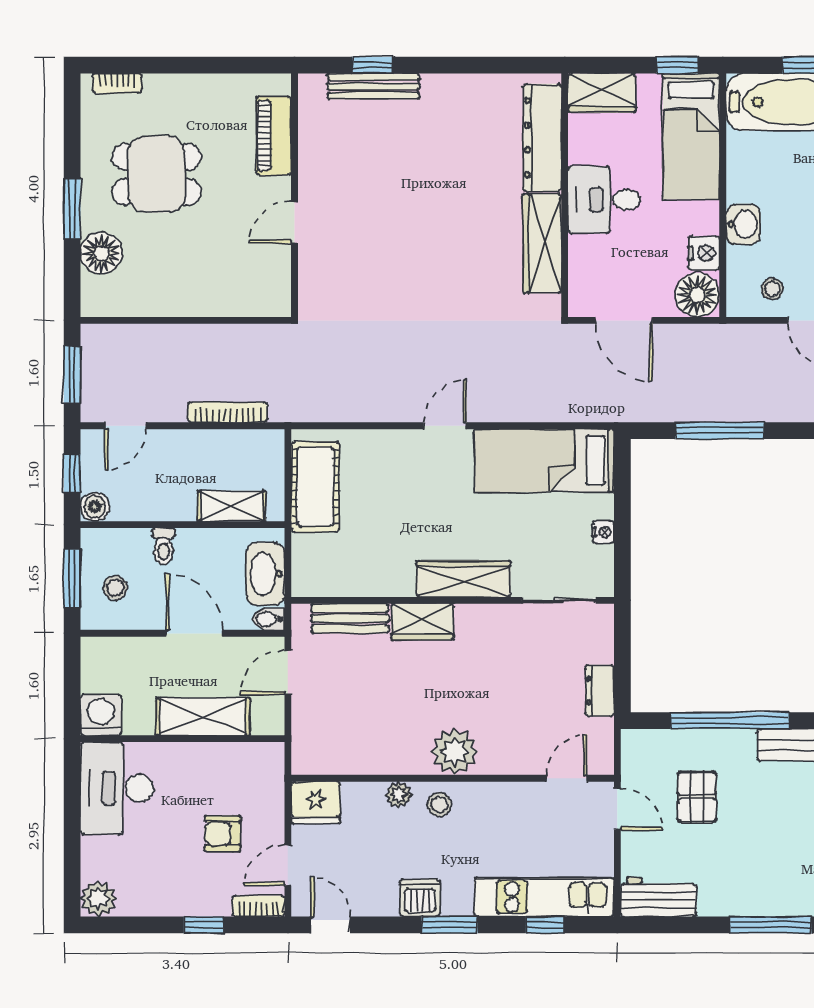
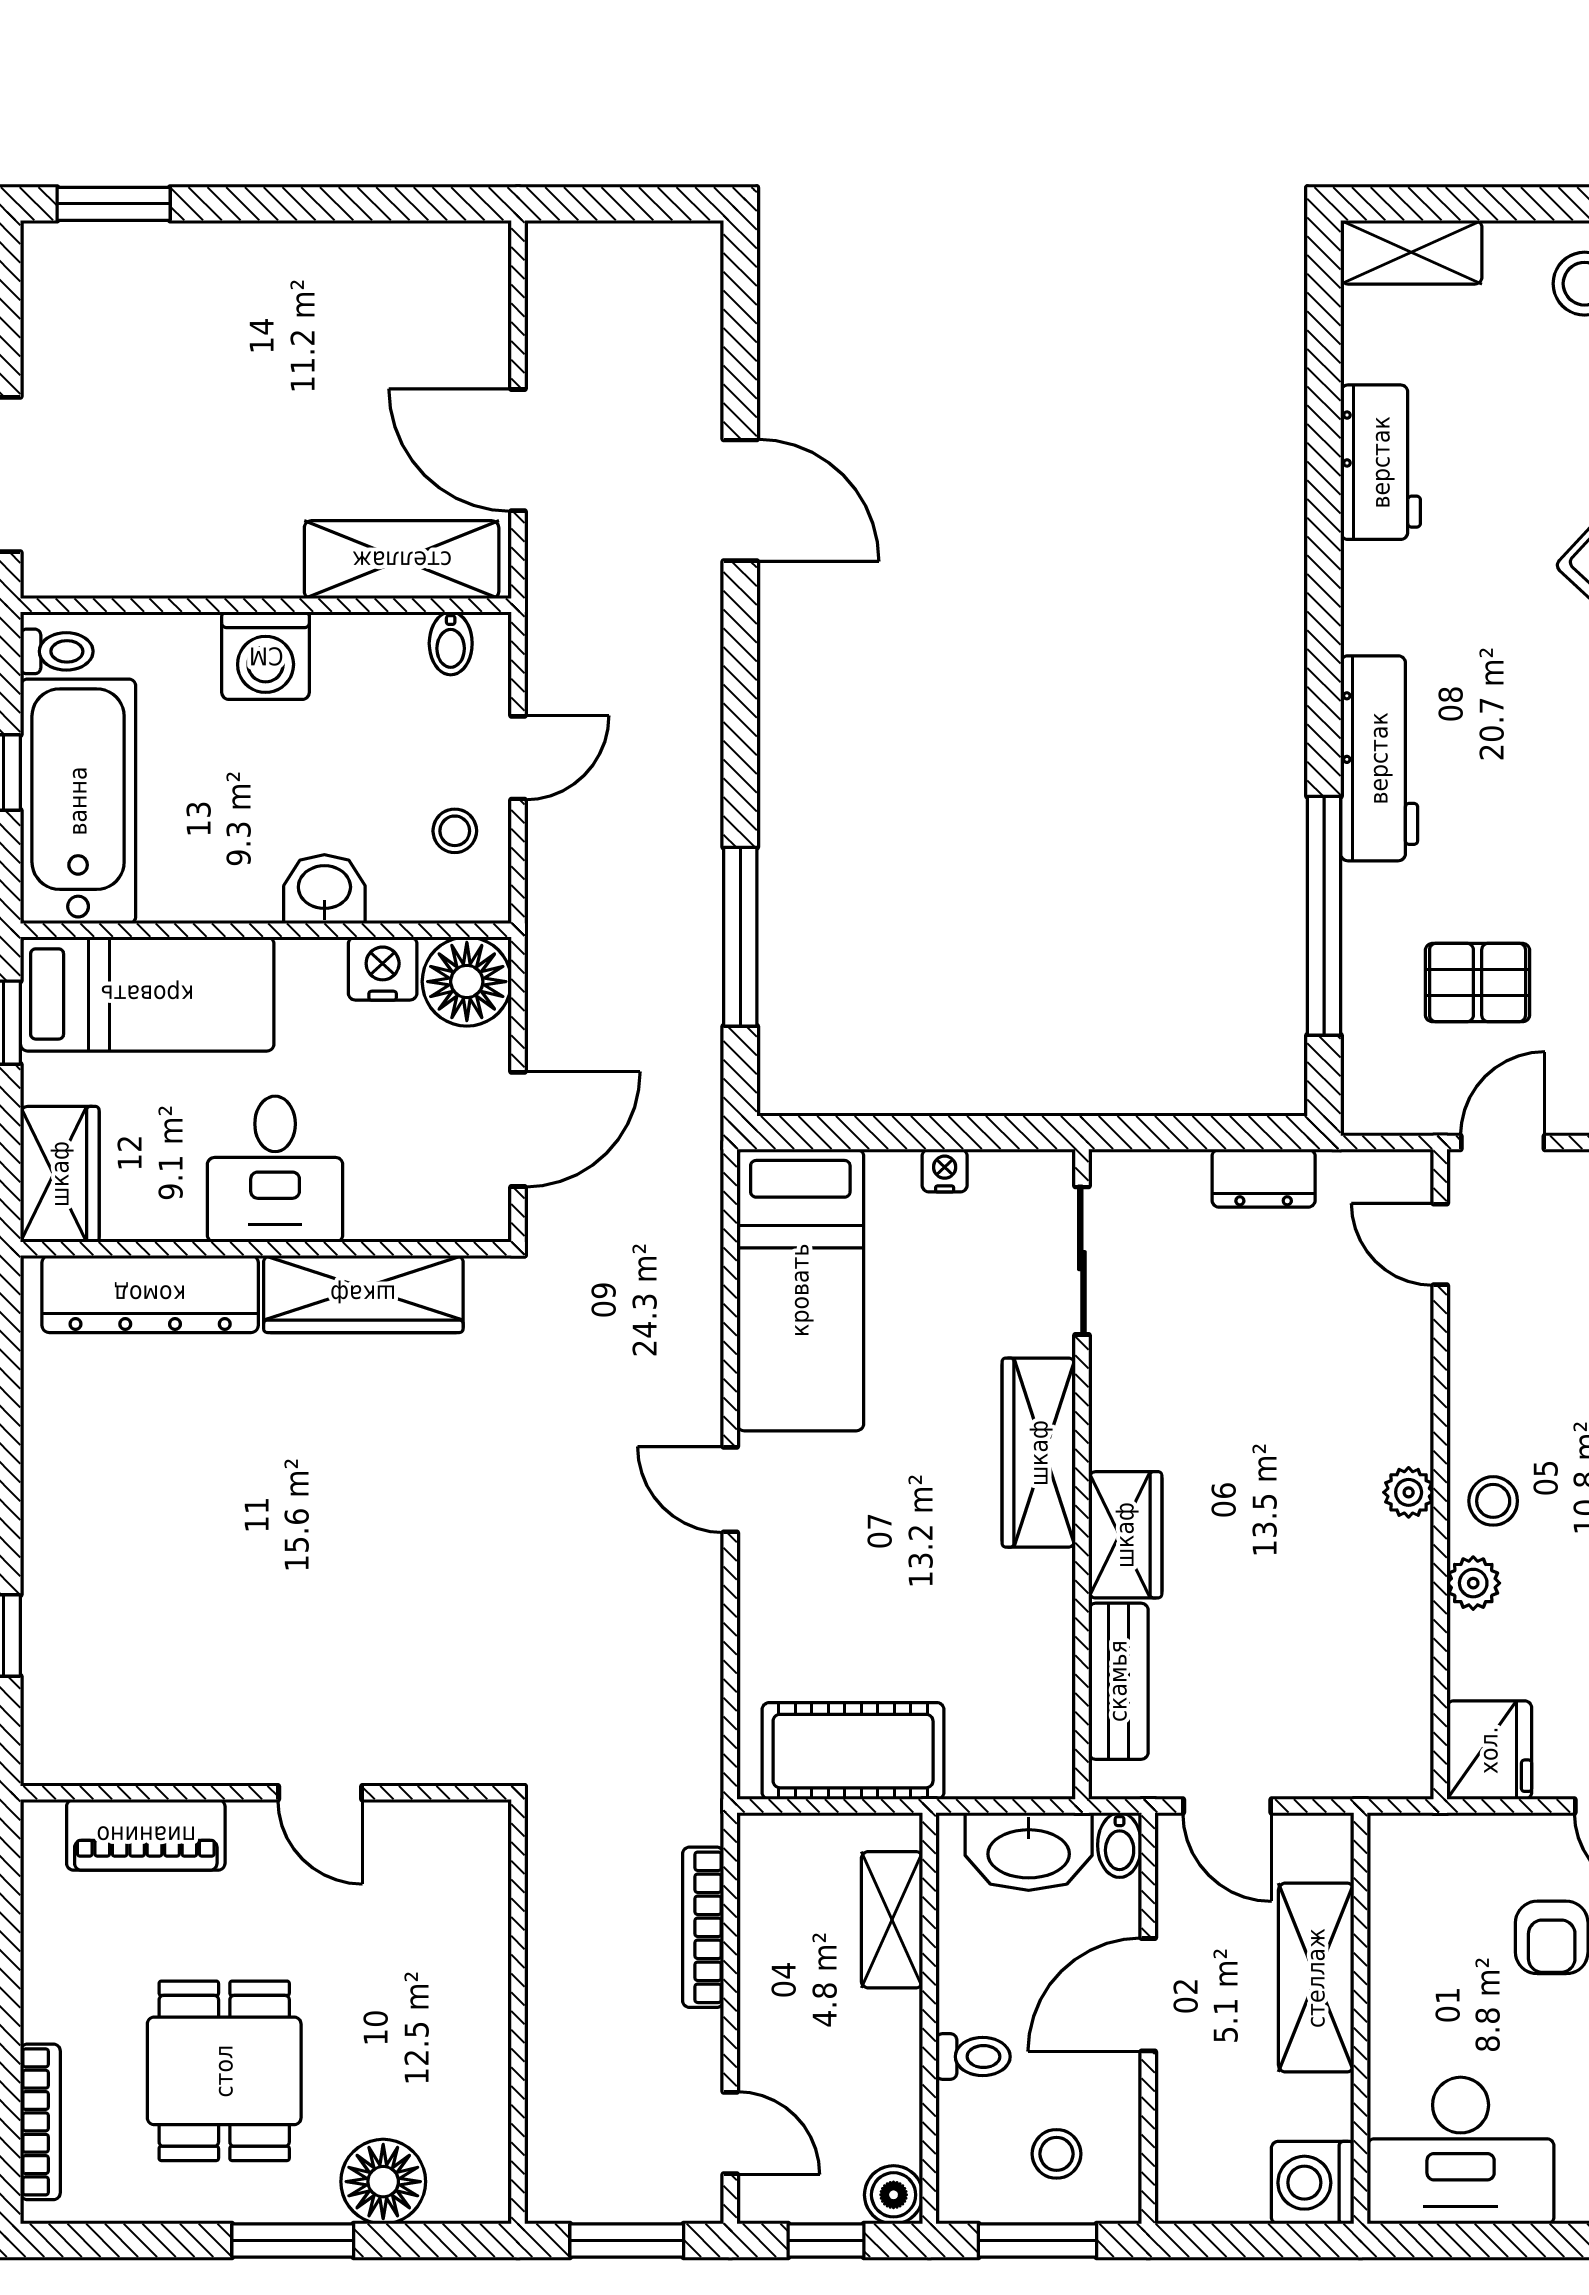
bookcase: (117, 83) -> (40, 2122), width x1.56
bench: (373, 86) -> (46, 1634), removed
plant: (455, 752) -> (1409, 1492), width x0.53, depth x0.53

